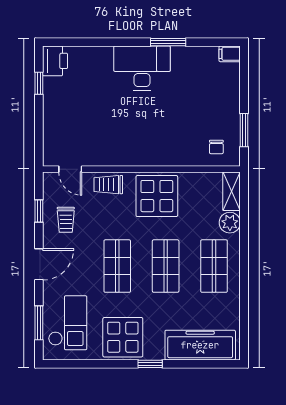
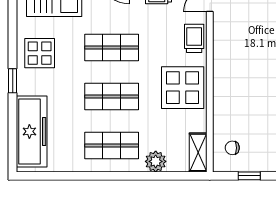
window: (244, 130) -> (249, 176), width x0.67
shelving: (232, 191) -> (198, 152), moved, turned 90
display table: (123, 337) -> (40, 53), width x0.73, depth x0.73

